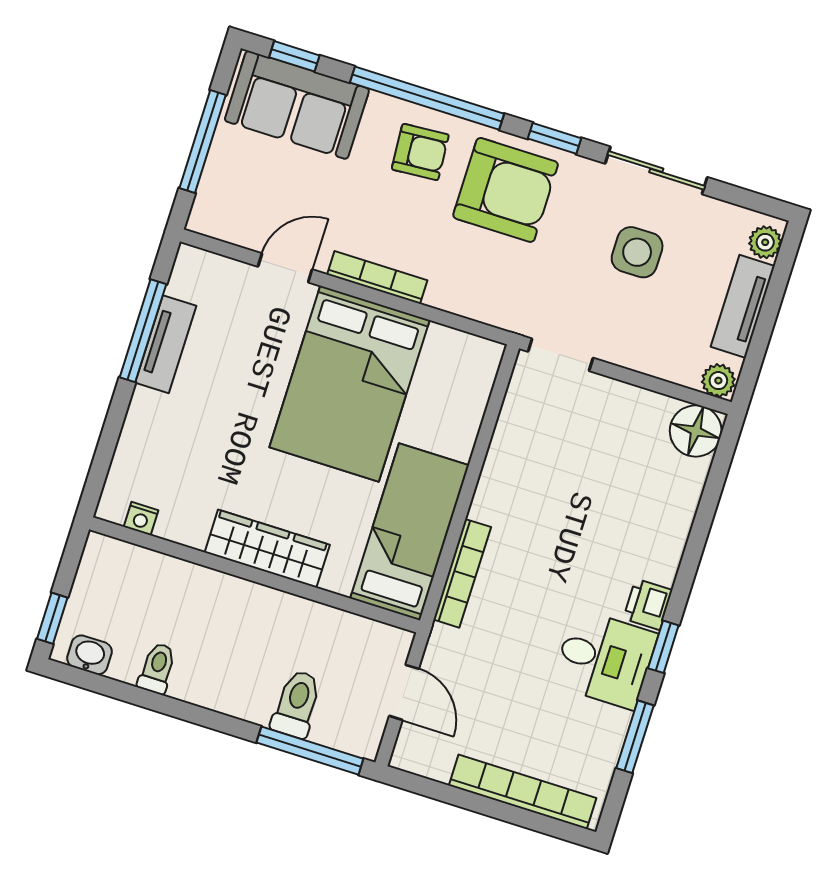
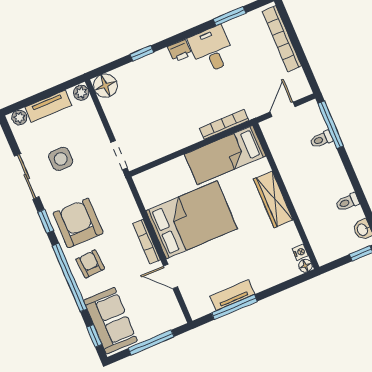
floor lamp: (111, 508) -> (305, 266), added
window: (663, 647) -> (142, 53), moved
toilet: (297, 704) -> (321, 139), width x0.73, depth x0.72

